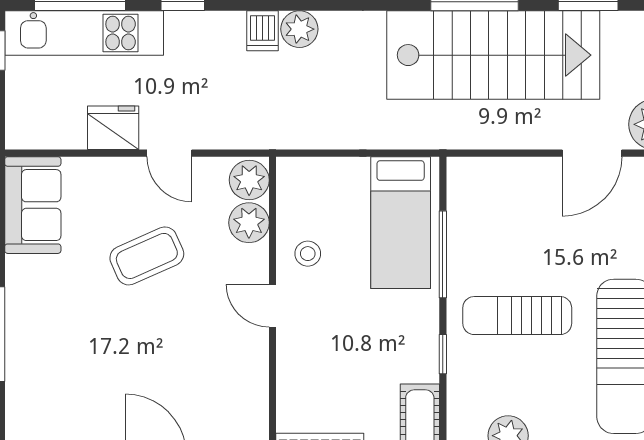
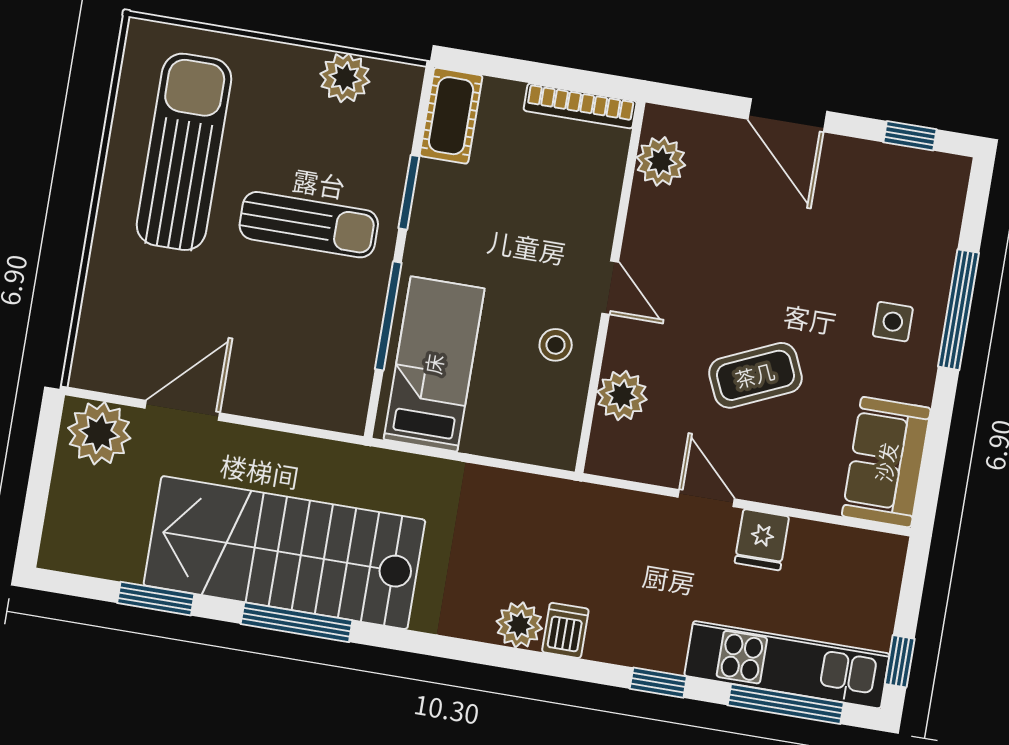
fridge: (113, 128) -> (762, 540), width x0.72
plant: (249, 180) -> (661, 161), moved
side table: (46, 316) -> (893, 322), added
window: (443, 354) -> (409, 192), width x1.50

